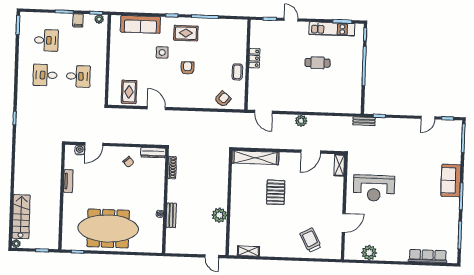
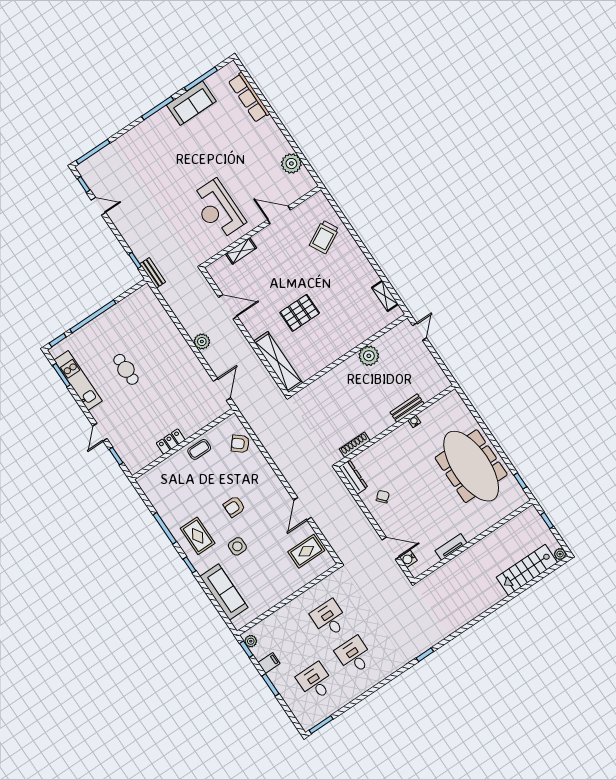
desk: (45, 75) -> (354, 656), turned 180
shelving: (339, 165) -> (241, 251), moved
sofa: (451, 180) -> (191, 103), moved
reception desk: (374, 188) -> (218, 209), turned 180

